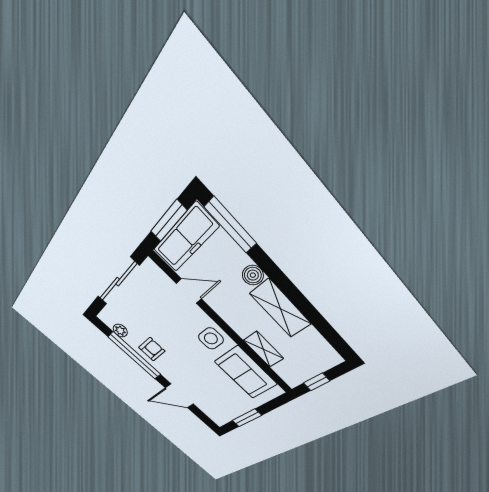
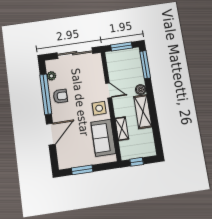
freezer: (185, 238) -> (123, 57), removed
door: (189, 291) -> (109, 90), moved
door: (179, 396) -> (51, 134), swing flipped

